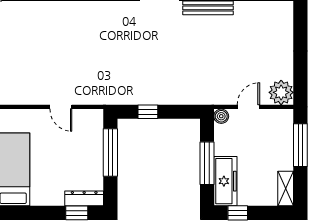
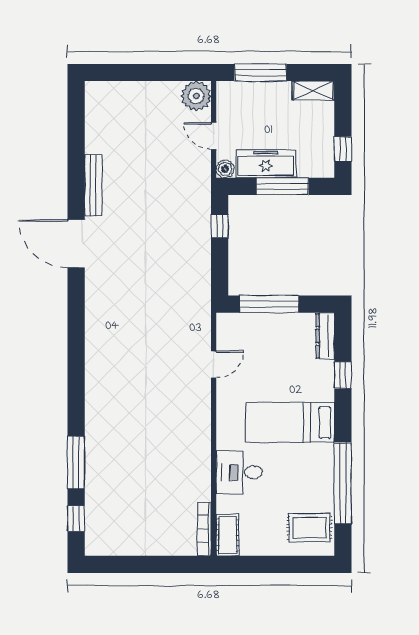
window: (148, 112) -> (220, 226), moved
freezer: (225, 181) -> (266, 164), moved
window: (77, 213) -> (343, 375), moved

